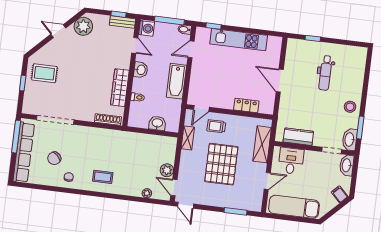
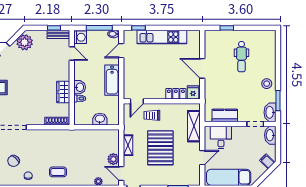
washbasin: (141, 70) -> (80, 87), moved
wardrobe: (120, 88) -> (63, 92), width x0.67
fridge: (266, 106) -> (193, 92), added
shelving: (188, 138) -> (128, 145), moved

